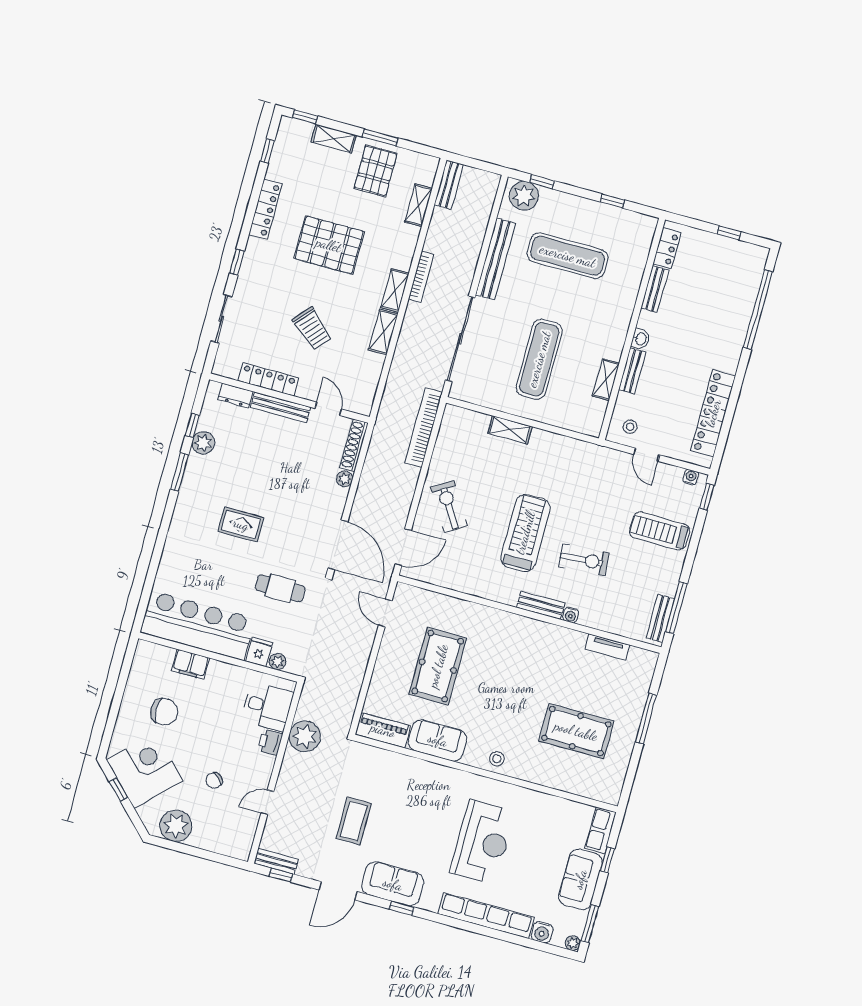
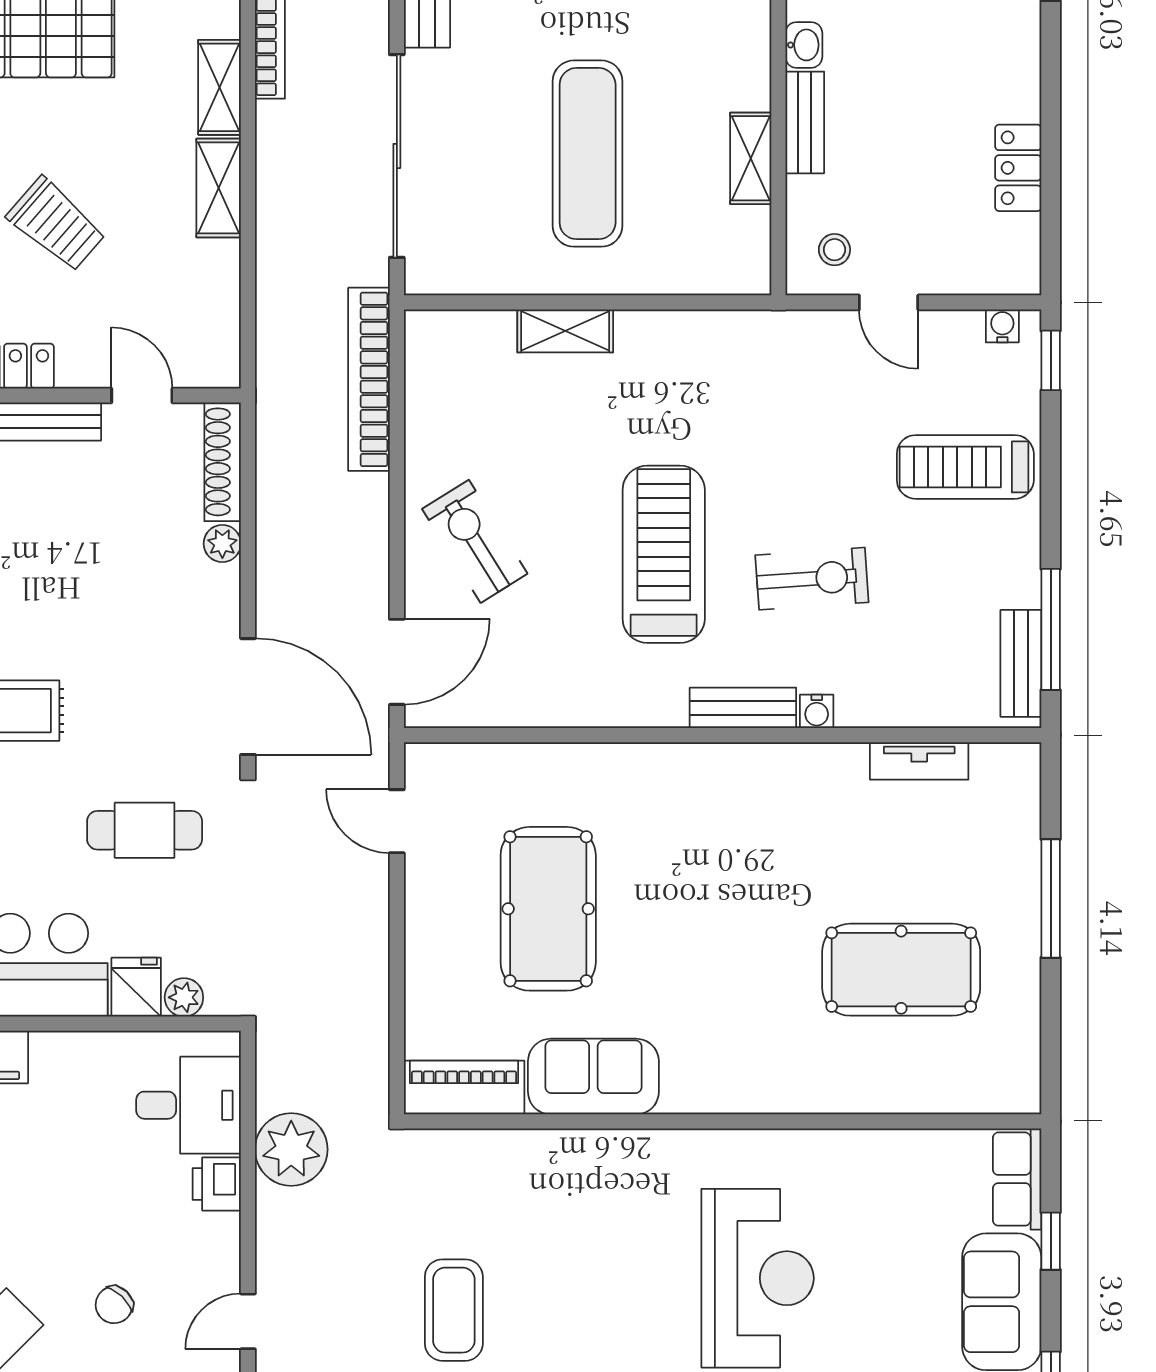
locker: (713, 413) -> (1018, 168), width x0.46, depth x0.83
stool: (497, 759) -> (739, 1081), removed

